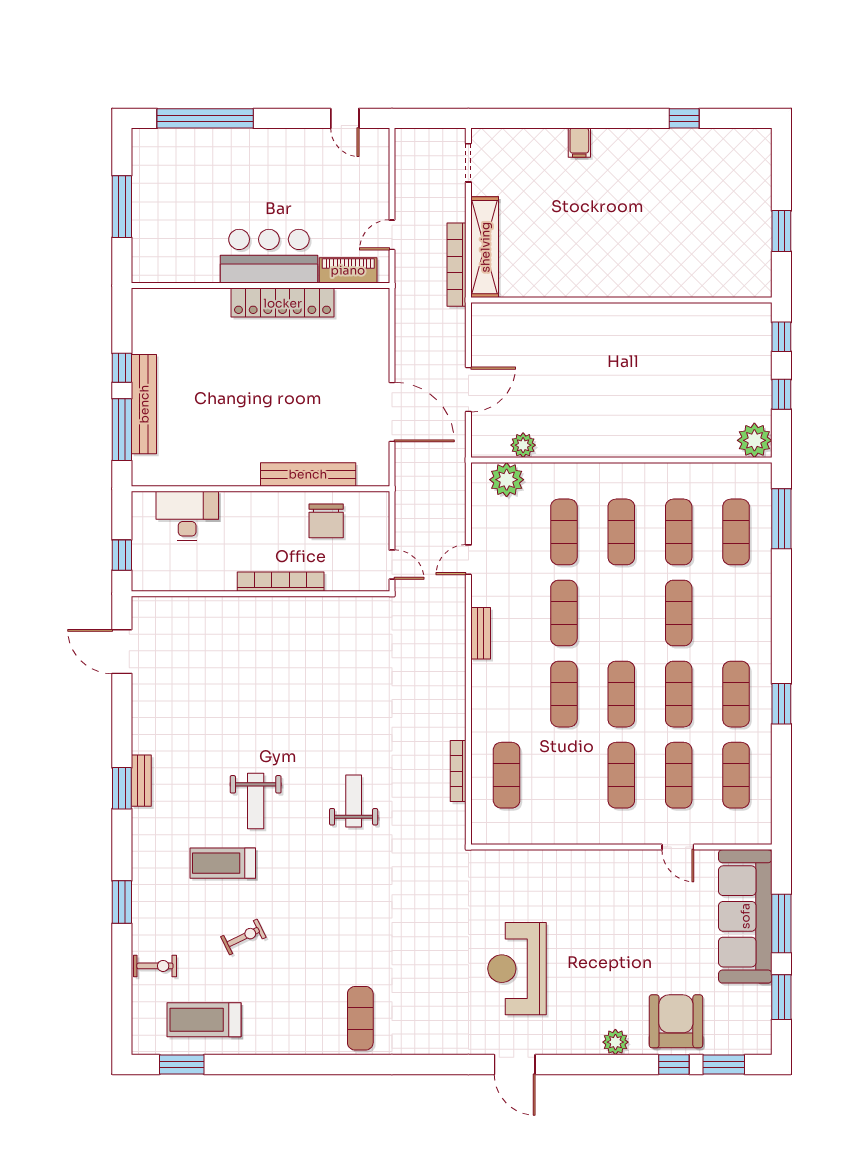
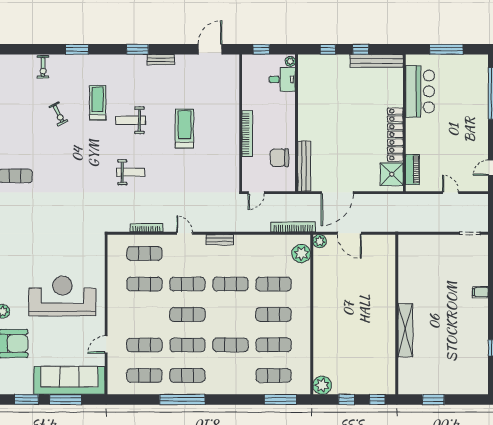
door: (392, 235) -> (451, 193), moved
shelving: (485, 247) -> (405, 330), moved, turned 90
bar counter: (269, 256) -> (420, 91), moved
bookcase: (456, 265) -> (293, 227), moved
shower: (357, 309) -> (392, 174), added
bench: (144, 404) -> (377, 61), moved
window: (122, 430) -> (328, 49), width x0.46
plant: (523, 445) -> (320, 241), moved
bench: (308, 474) -> (304, 166), moved
plant: (145, 501) -> (290, 61), added
desk: (187, 516) -> (282, 79), width x0.73
door: (468, 560) -> (185, 233), moved
window: (781, 704) -> (182, 399), width x2.11
exercise mat: (621, 775) -> (144, 284), moved
bench: (141, 781) -> (161, 60), moved
reception desk: (517, 969) -> (62, 296), moved, width x1.36, depth x1.30
treadmill: (204, 1020) -> (185, 129), moved

